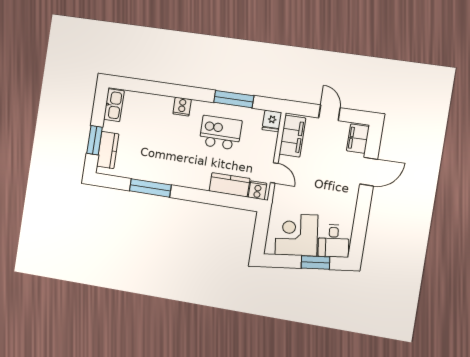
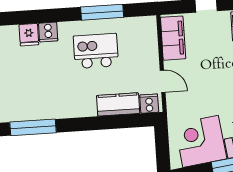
fridge: (272, 121) -> (29, 35), moved

